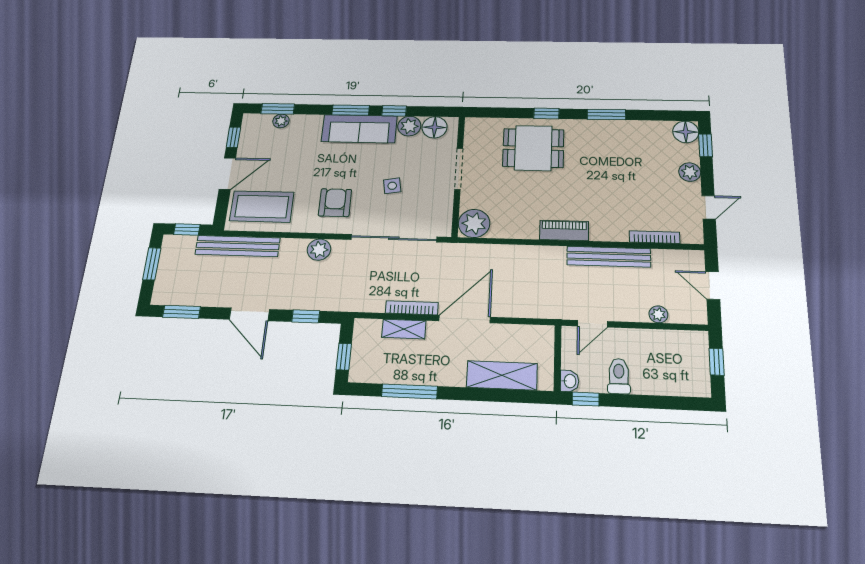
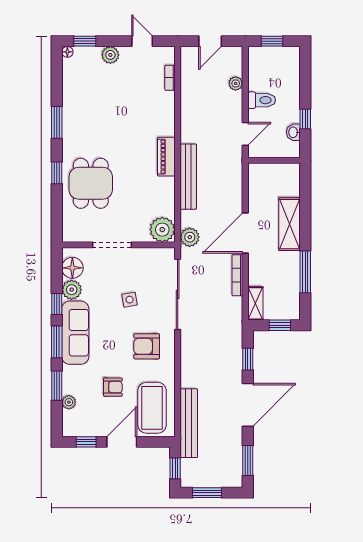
window: (278, 109) -> (57, 386), moved
floor lamp: (686, 132) -> (67, 52), width x0.53, depth x0.53
armchair: (292, 166) -> (113, 387), added
door: (227, 174) -> (122, 442), hinge flipped
bookcase: (655, 237) -> (170, 78), width x0.64
plant: (319, 250) -> (190, 237), moved
bench: (609, 257) -> (188, 177), moved
door: (249, 314) -> (248, 405), width x1.36
door: (465, 319) -> (245, 233), hinge flipped
door: (592, 324) -> (245, 134), hinge flipped
shelving: (404, 329) -> (255, 303), moved
shelving: (502, 375) -> (290, 224), moved
toilet: (619, 376) -> (262, 100), moved, turned 180
washbasin: (570, 381) -> (293, 132), moved, turned -90
window: (586, 399) -> (305, 119), moved

